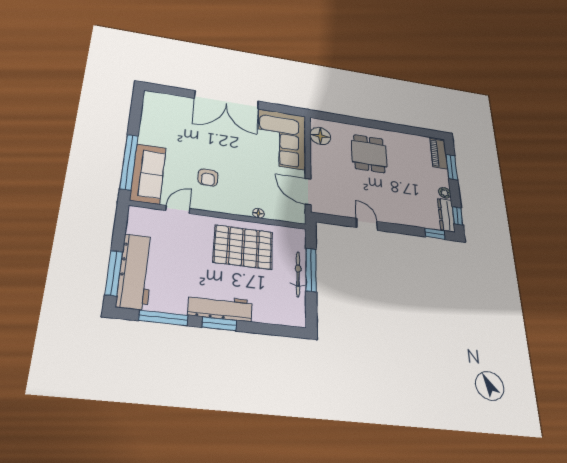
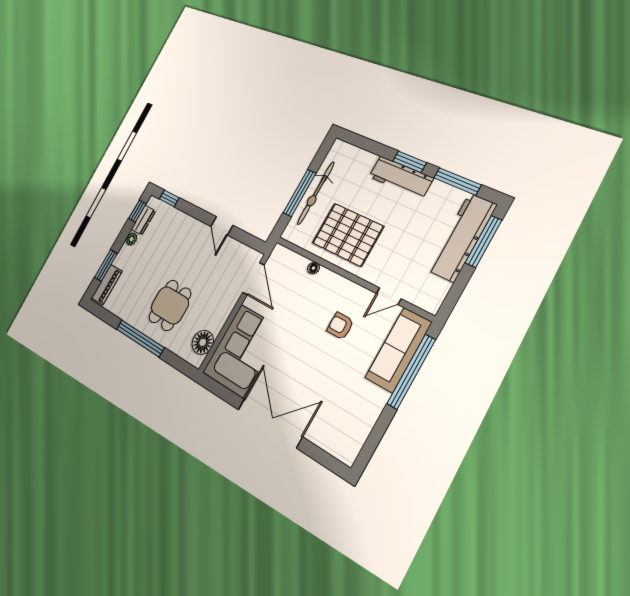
window: (377, 125) -> (140, 338), added
armchair: (208, 177) -> (340, 326), turned -90
dresser: (446, 215) -> (143, 220), width x0.70
bicycle: (298, 274) -> (316, 193), width x1.37, depth x1.40

